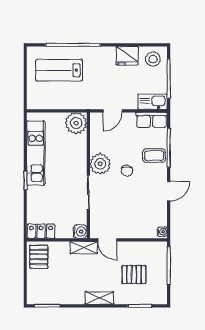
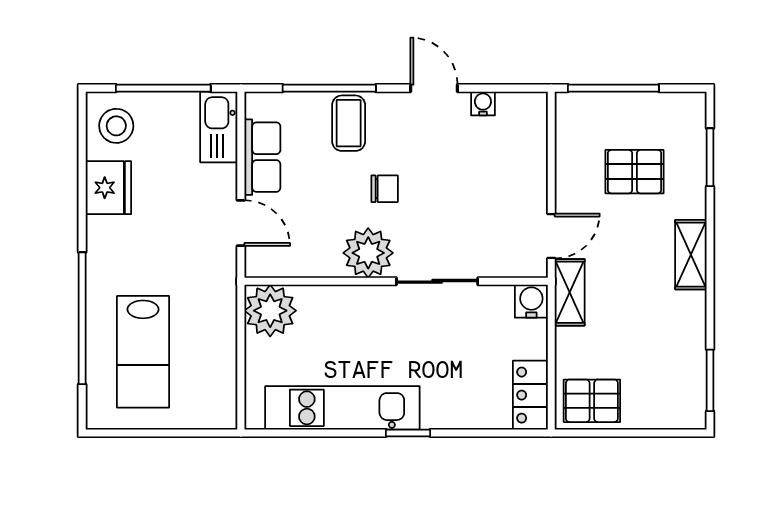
row of seats: (152, 120) -> (262, 157), moved
water cooler: (162, 232) -> (483, 103), moved
pallet: (134, 274) -> (635, 172), turned 90

